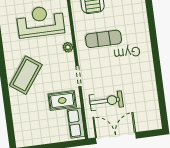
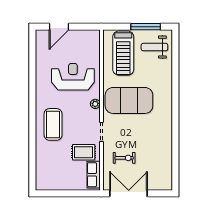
exercise mat: (103, 39) -> (129, 100), width x2.00, depth x1.45
coffee table: (26, 75) -> (53, 124), turned -36
exercise bike: (106, 101) -> (124, 158), width x0.73, depth x0.72

